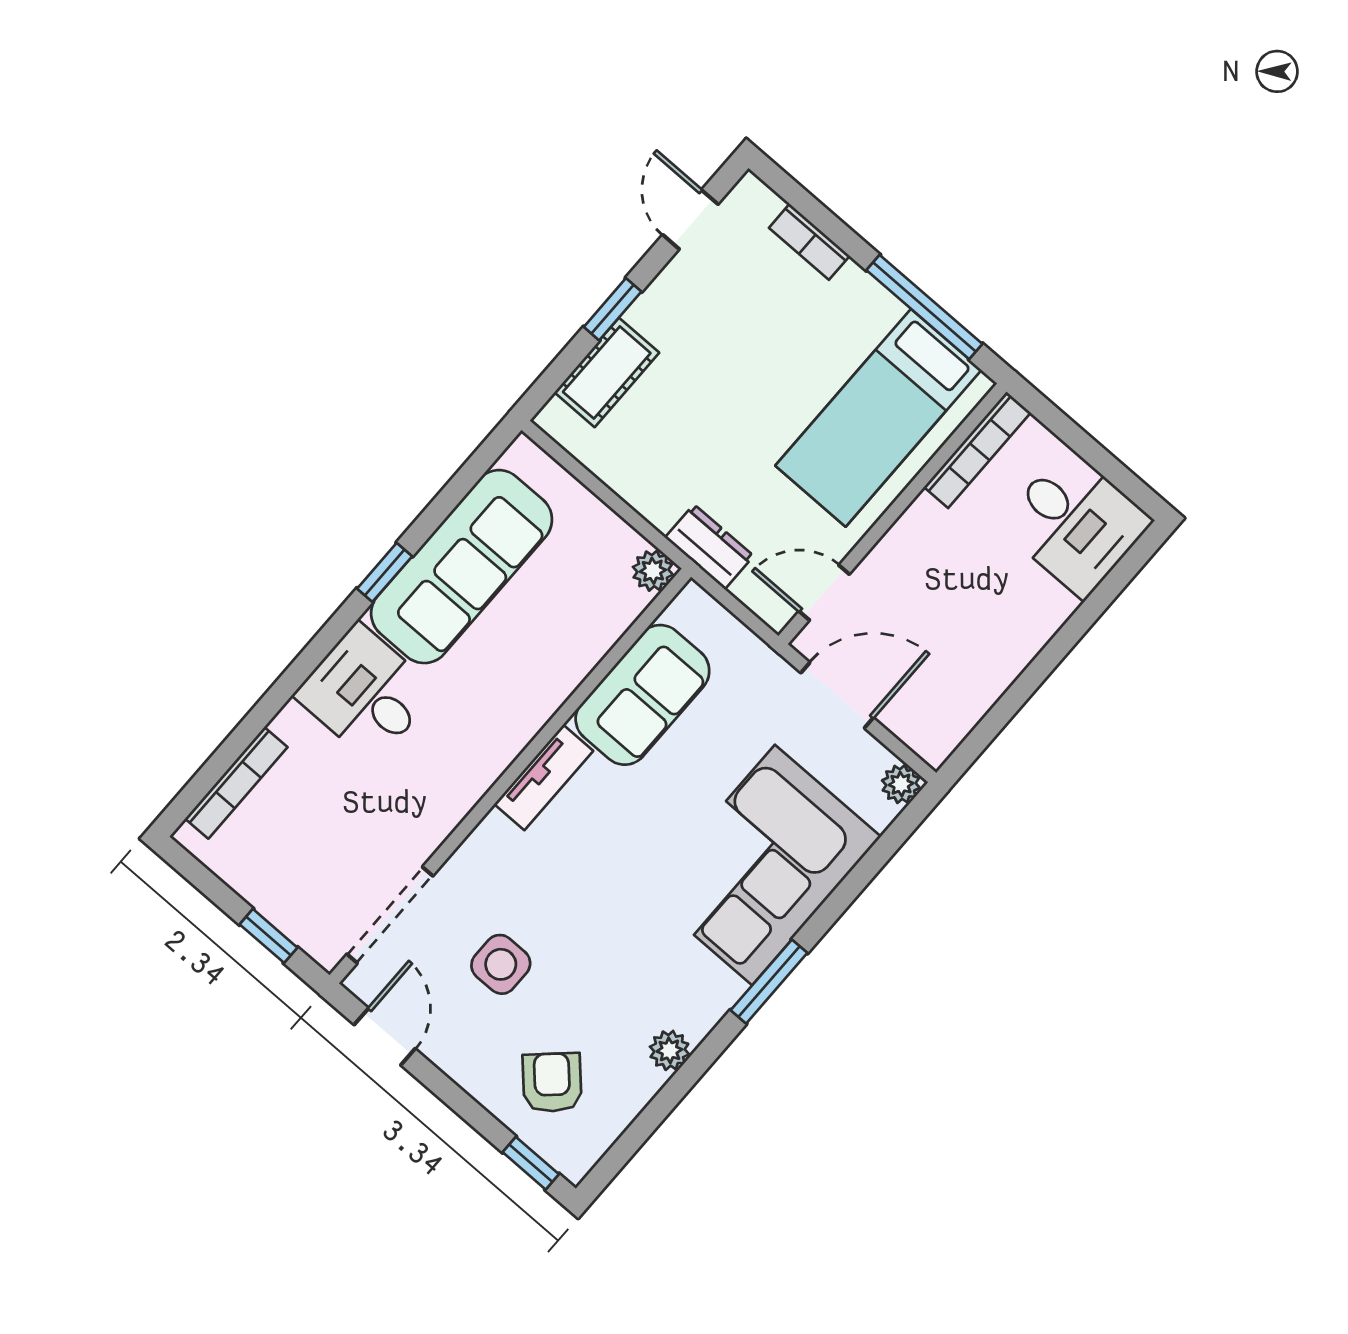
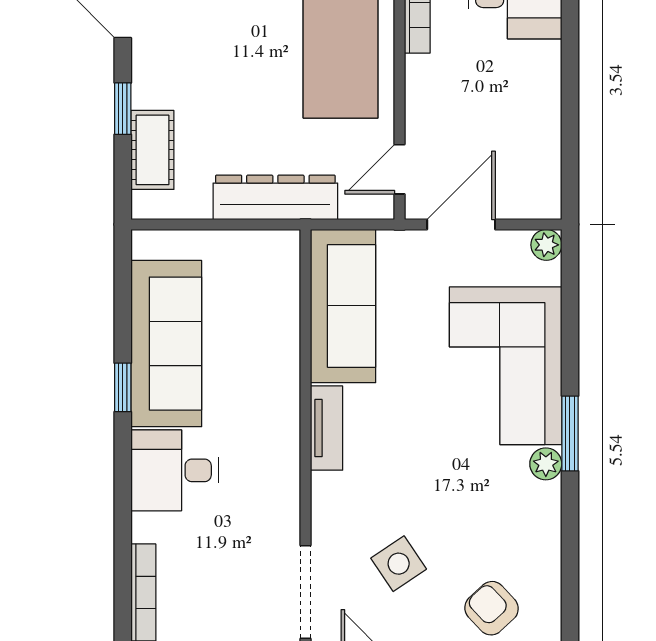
dresser: (709, 547) -> (275, 197), width x1.96, depth x1.24
plant: (653, 571) -> (284, 246), removed
sofa: (642, 695) -> (343, 306), width x1.36
side table: (501, 964) -> (399, 564), turned -34
plant: (669, 1050) -> (546, 464), moved

